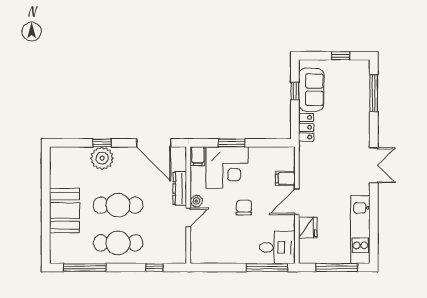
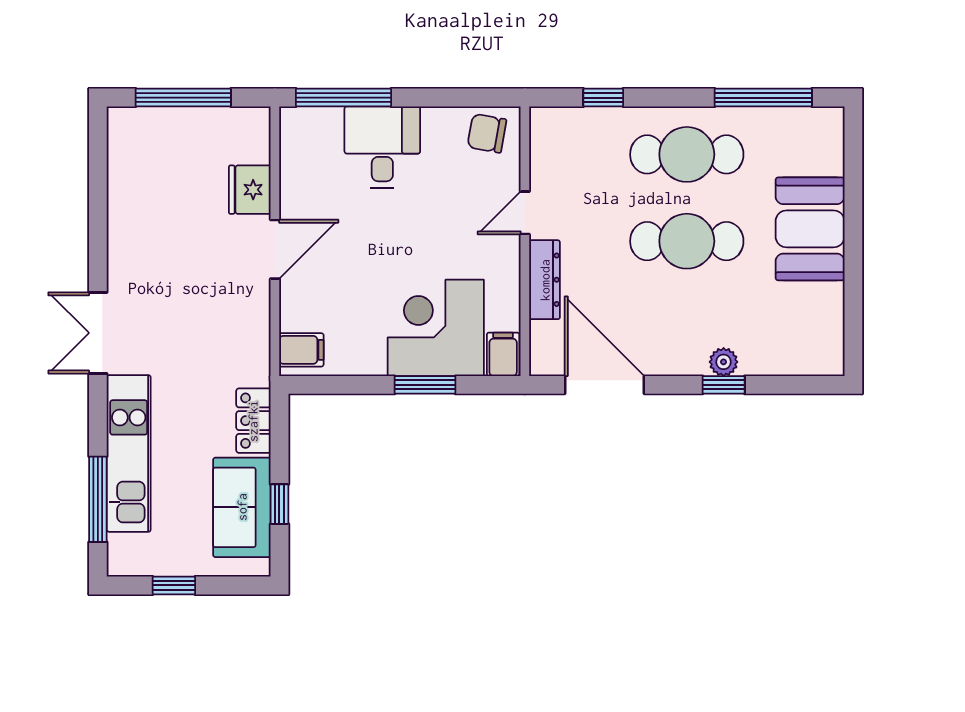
plant: (102, 158) -> (724, 362), width x0.53, depth x0.53
filing cabinet: (285, 179) -> (301, 350), moved
plant: (196, 201) -> (506, 251), removed
chair: (244, 207) -> (487, 133), moved, turned 100
kitchen unit: (360, 230) -> (129, 453), moved
desk: (277, 247) -> (382, 147), moved, turned 90

